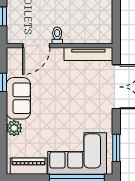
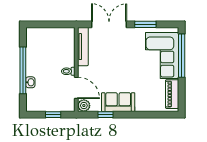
plant: (14, 128) -> (84, 106), moved
window: (116, 148) -> (145, 24), moved

